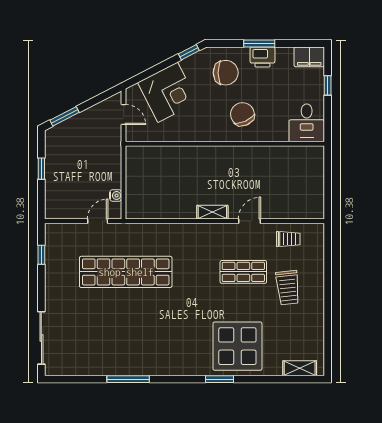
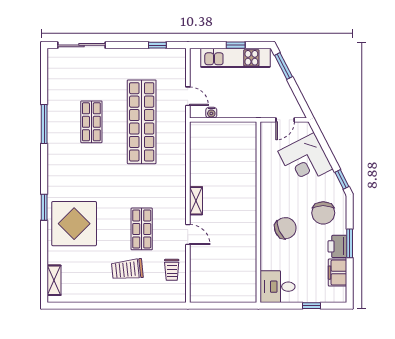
filing cabinet: (309, 57) -> (338, 273), moved
kitchen unit: (55, 169) -> (235, 58), added
shop shelf: (126, 327) -> (91, 122), added

